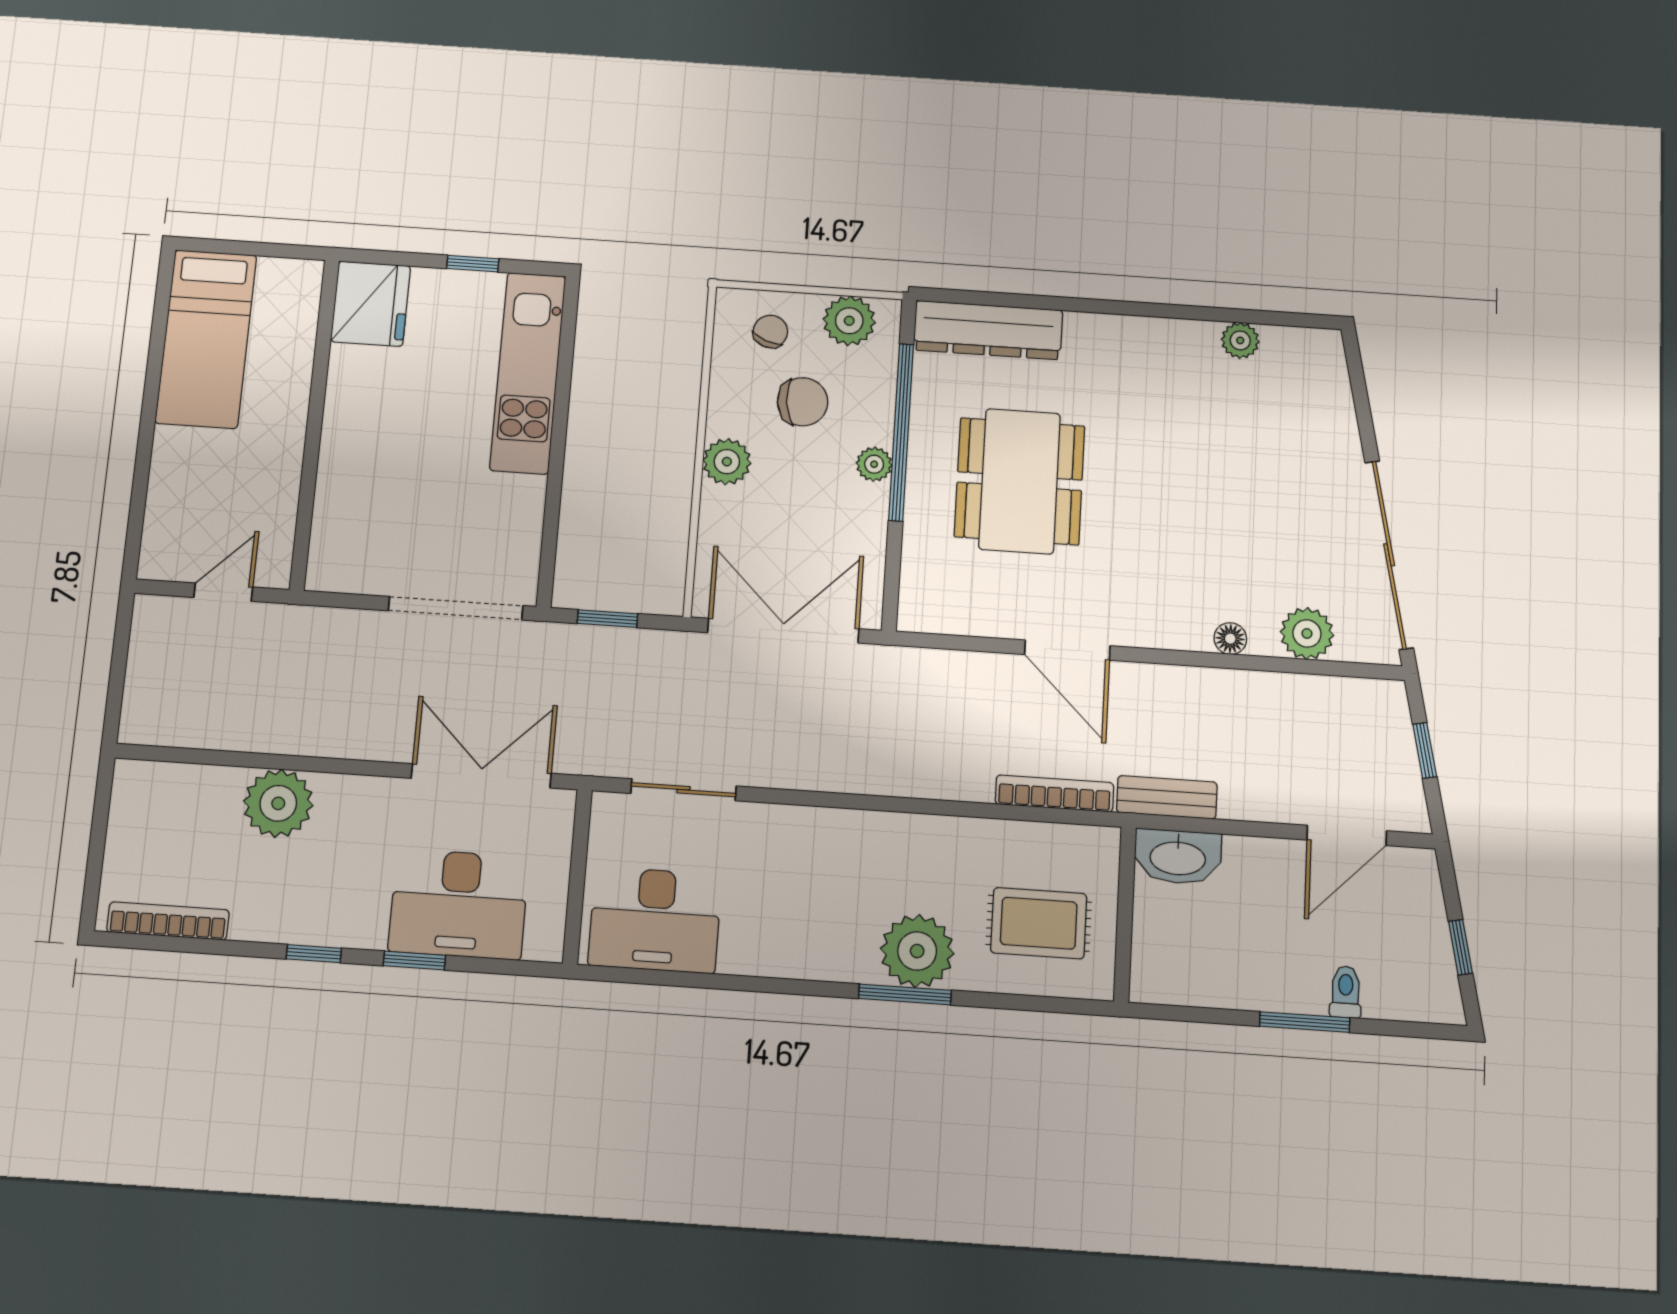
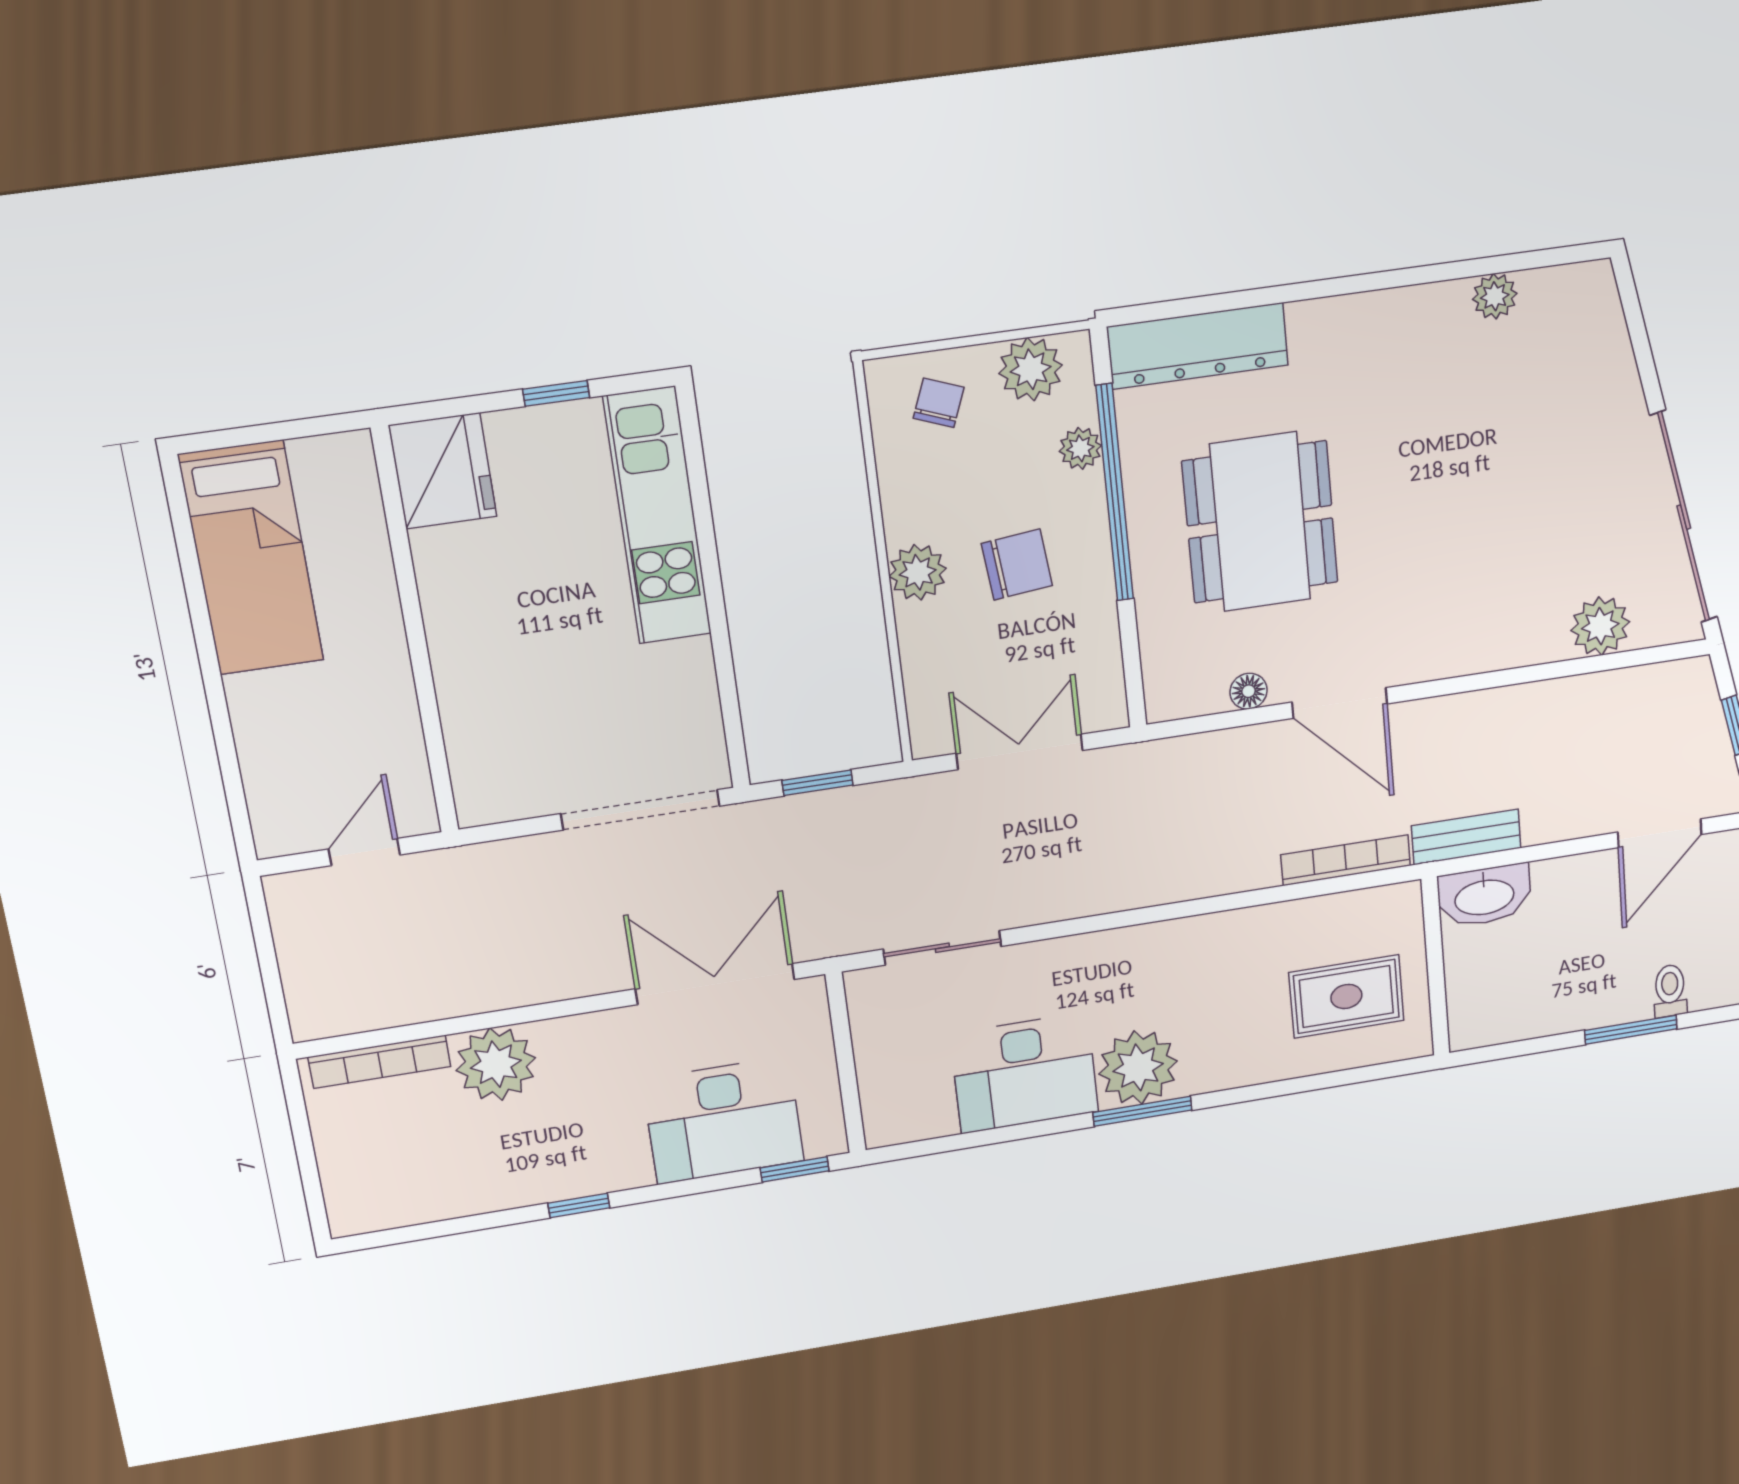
chair: (803, 402) -> (1017, 565), moved
plant: (874, 464) -> (1080, 448), moved
double door: (783, 631) -> (1020, 752), width x0.73
floor lamp: (1230, 639) -> (1248, 691), moved
desk: (655, 920) -> (1024, 1073), moved
bookcase: (168, 921) -> (379, 1062), moved, turned 180
plant: (917, 951) -> (1138, 1068), moved
window: (414, 961) -> (795, 1169), moved
window: (905, 994) -> (1142, 1111), moved

